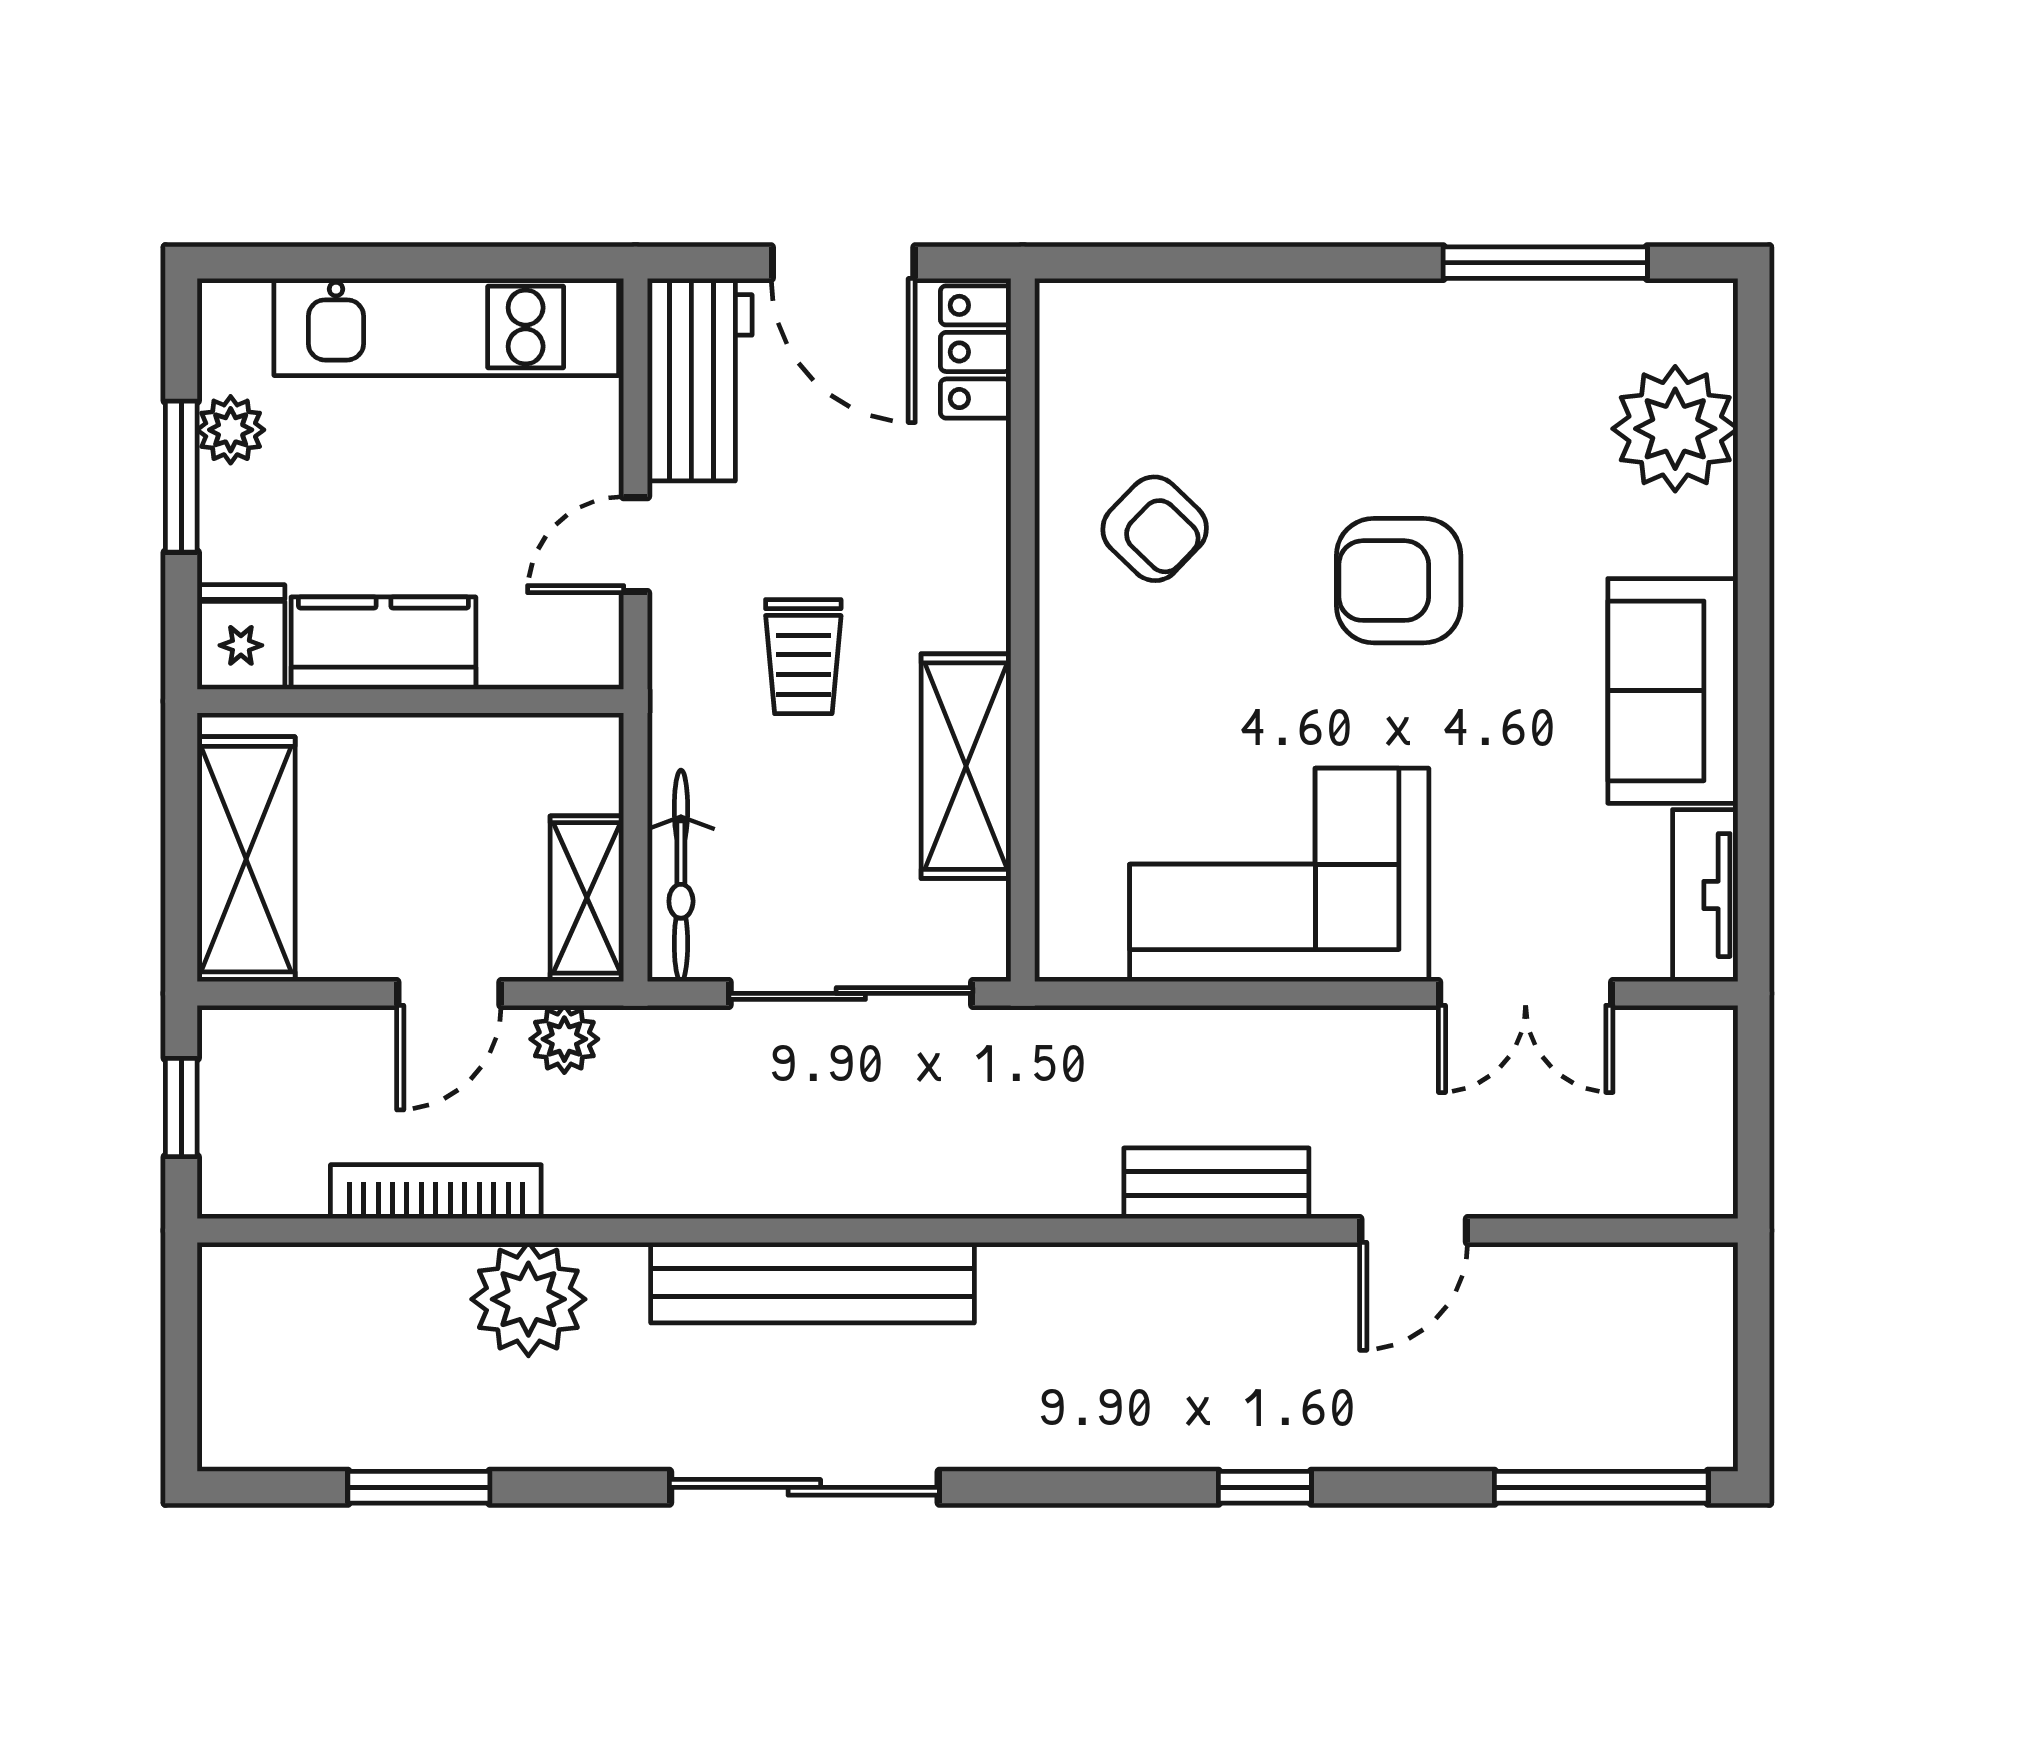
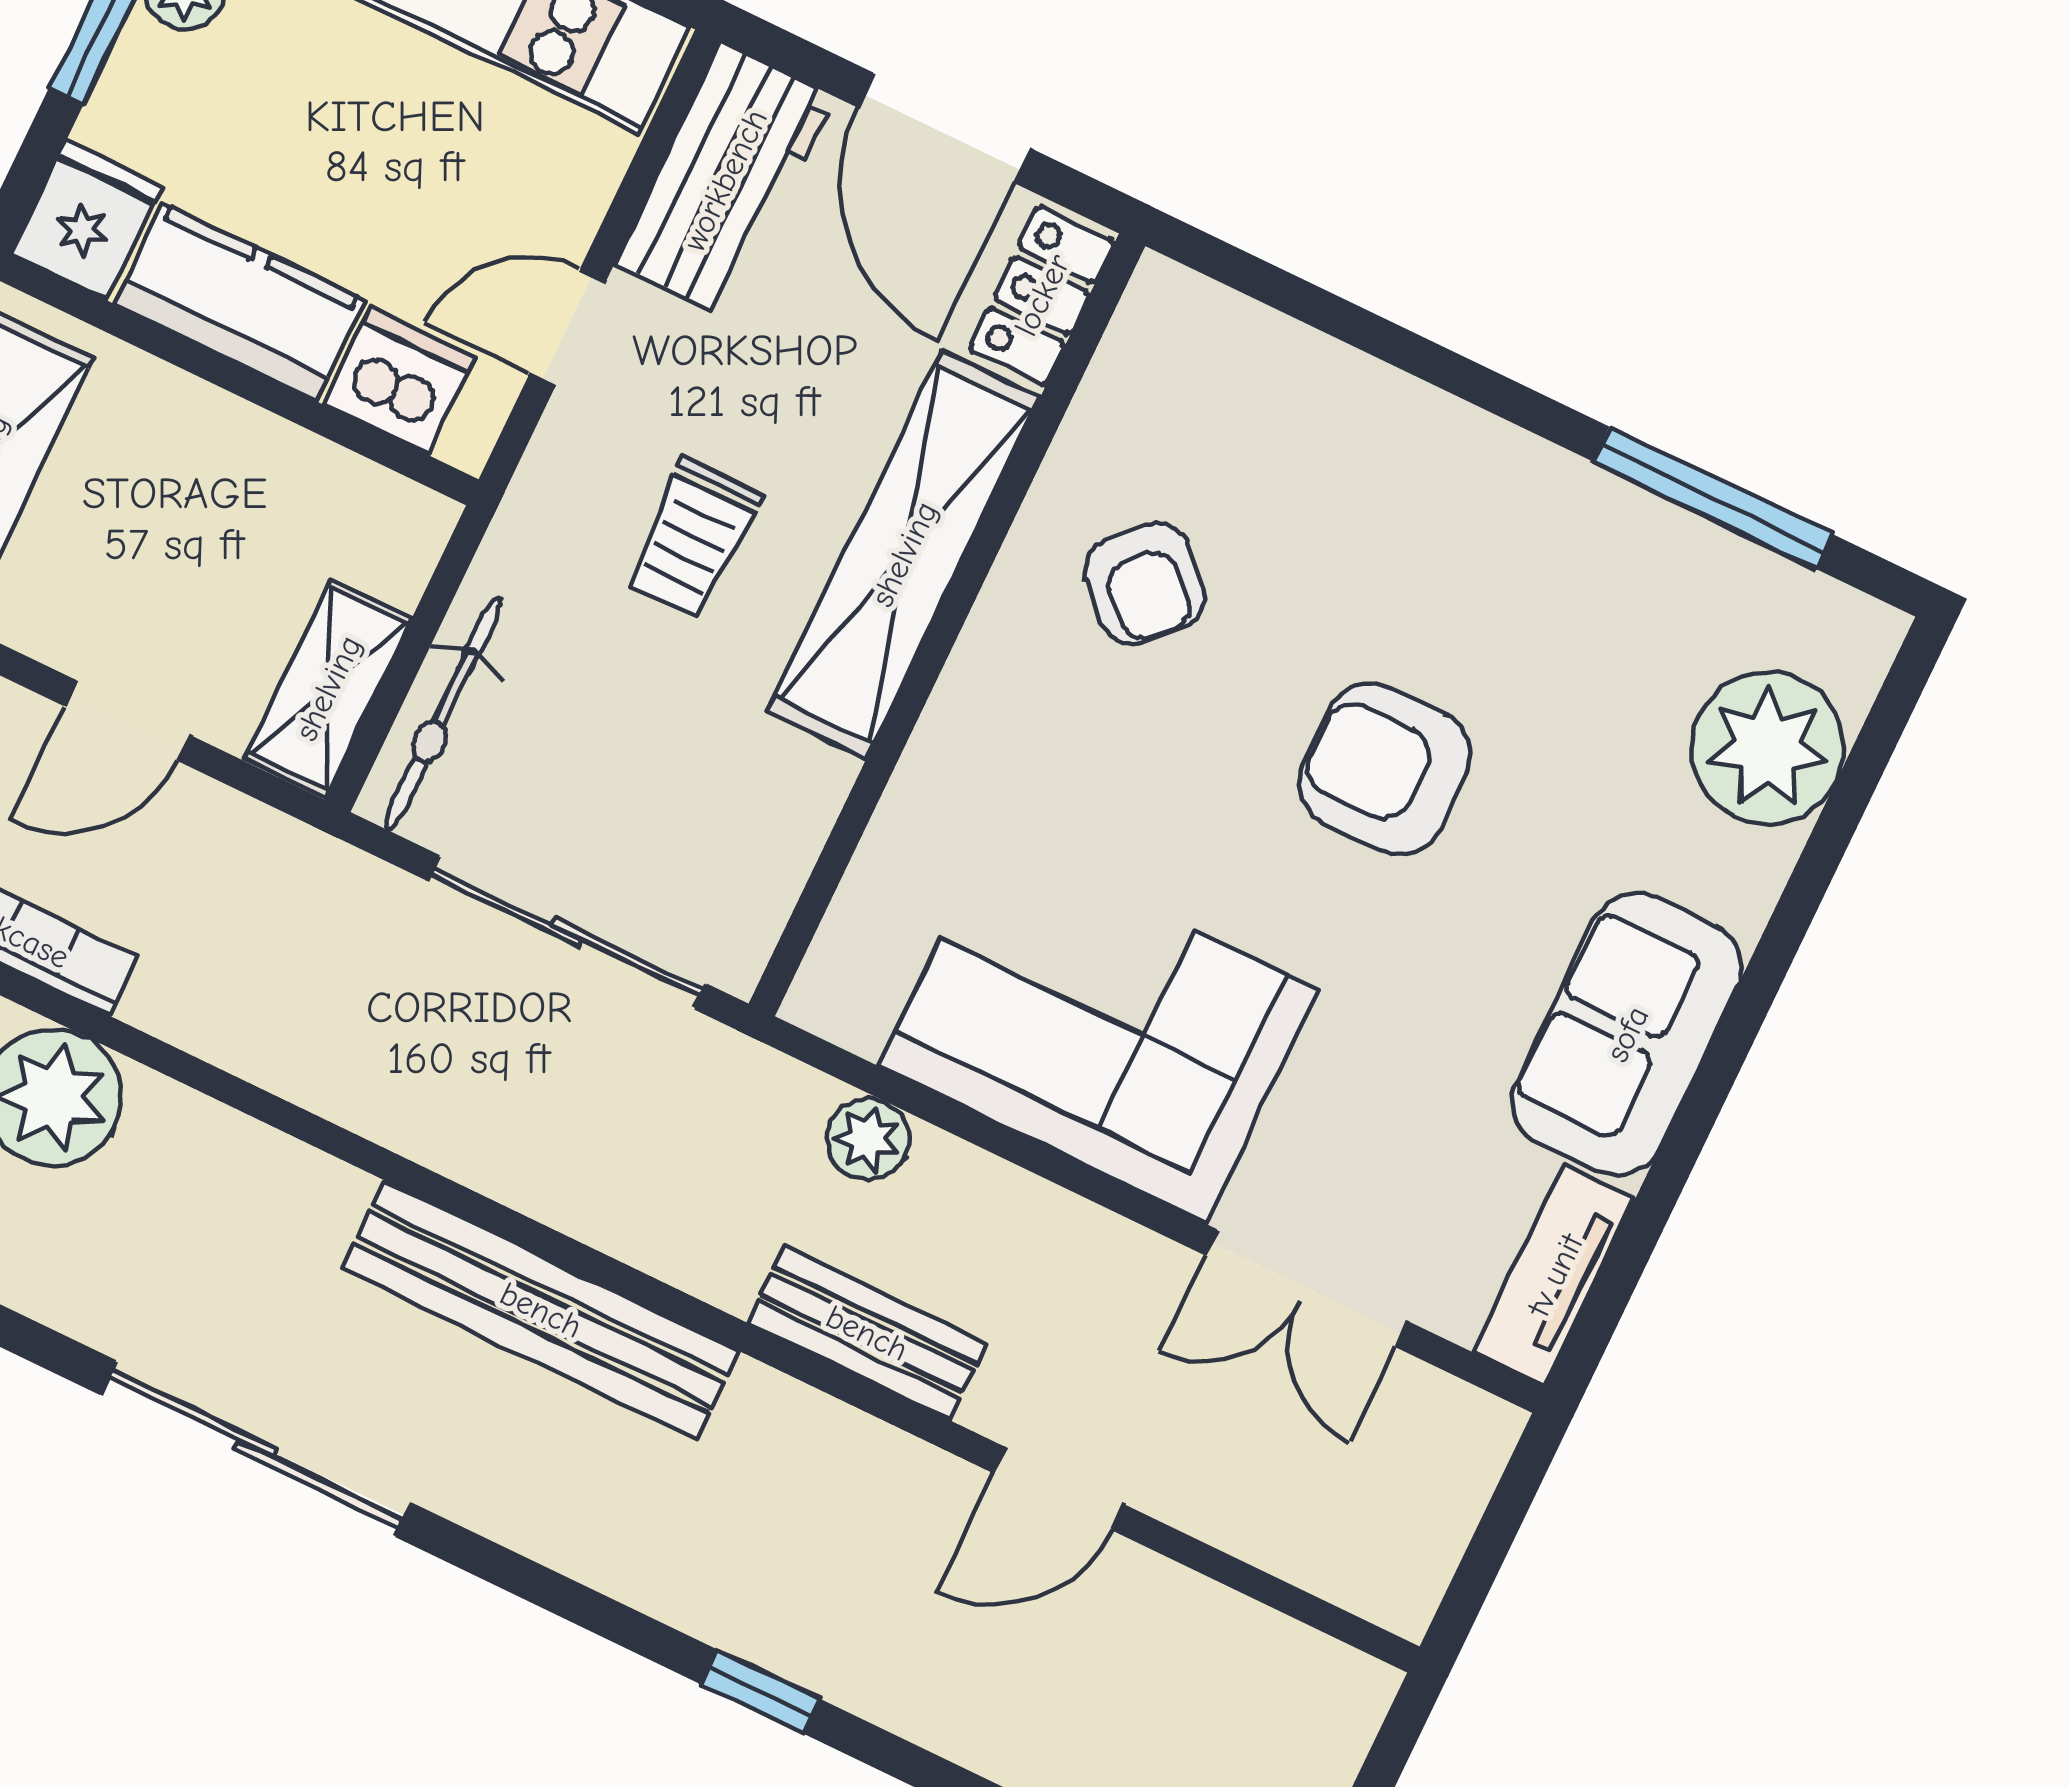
dishwasher: (530, 645) -> (400, 381), added
shelving: (966, 766) -> (904, 554), moved, width x1.47
plant: (564, 1039) -> (868, 1139), moved
bench: (812, 1283) -> (541, 1310), moved

